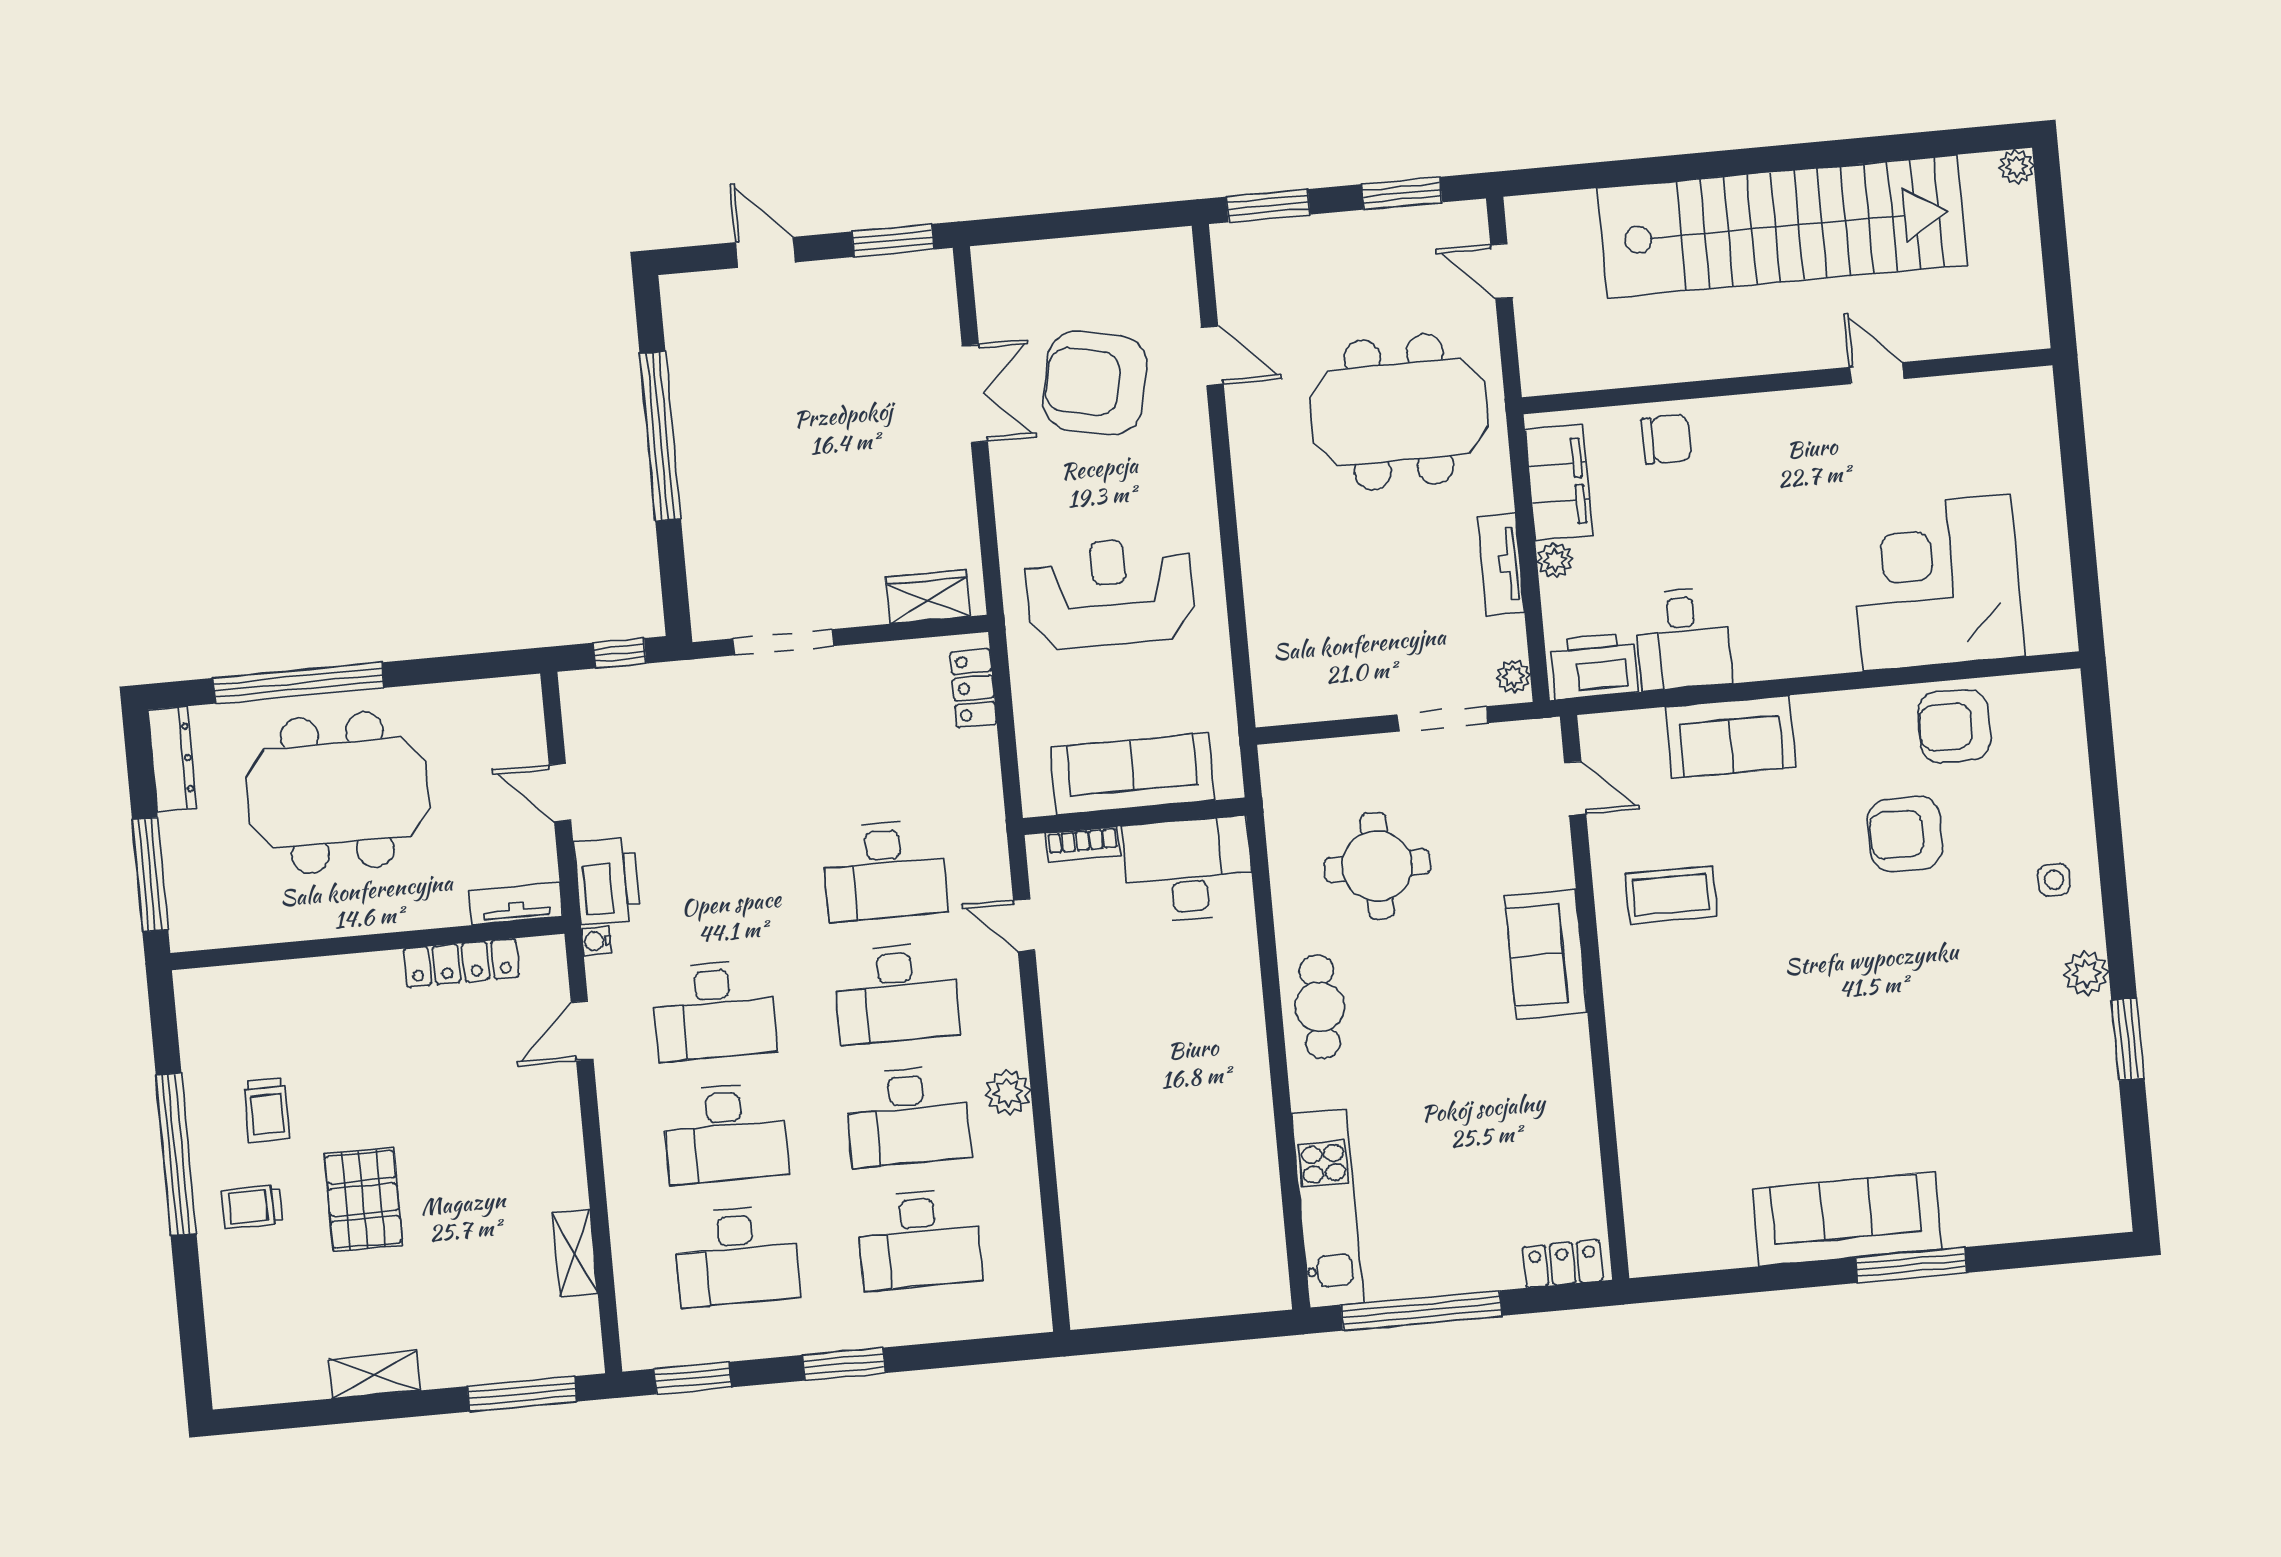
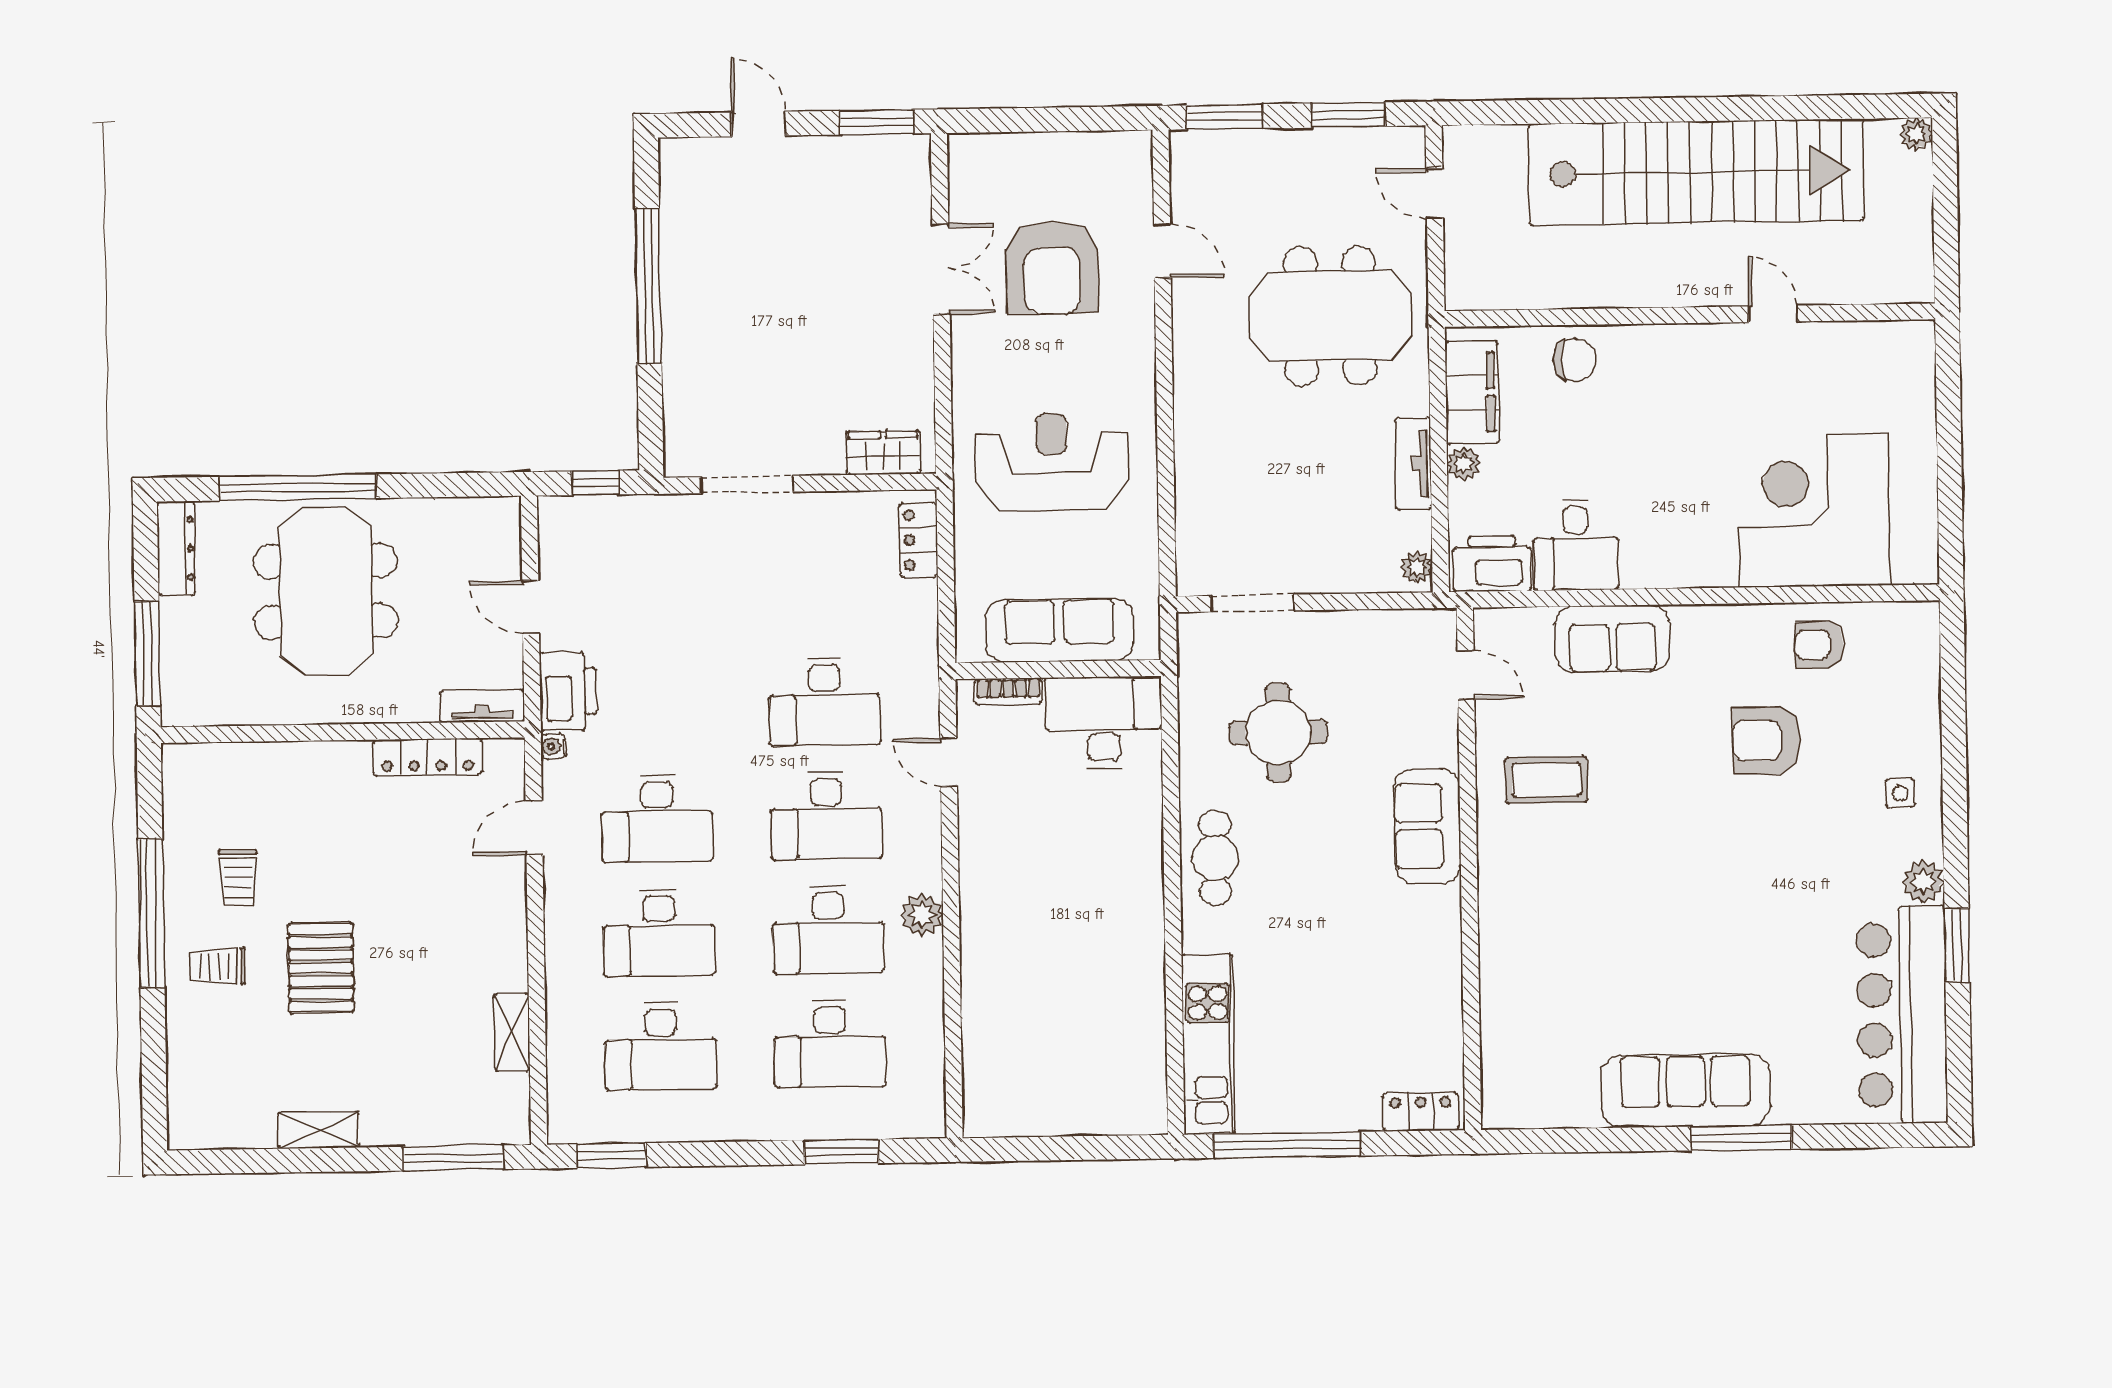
armchair: (1095, 383) -> (1052, 268), turned -102
doorway: (1443, 719) -> (1252, 603), moved
armchair: (1954, 726) -> (1819, 645), width x0.72, depth x0.72
meeting table: (337, 793) -> (326, 591), turned 90
bar counter: (2074, 1119) -> (1902, 1015), added
window: (844, 1364) -> (841, 1152), moved

